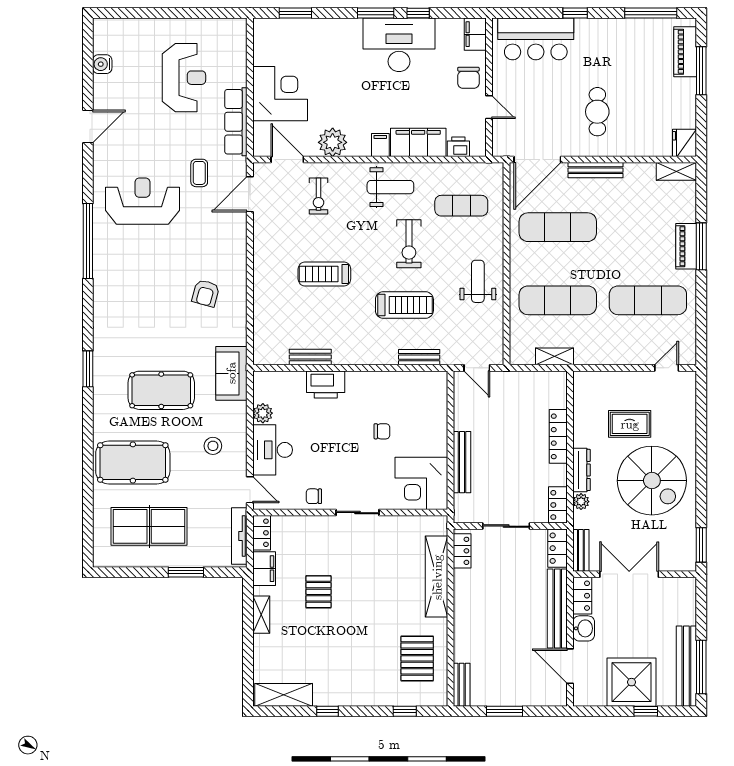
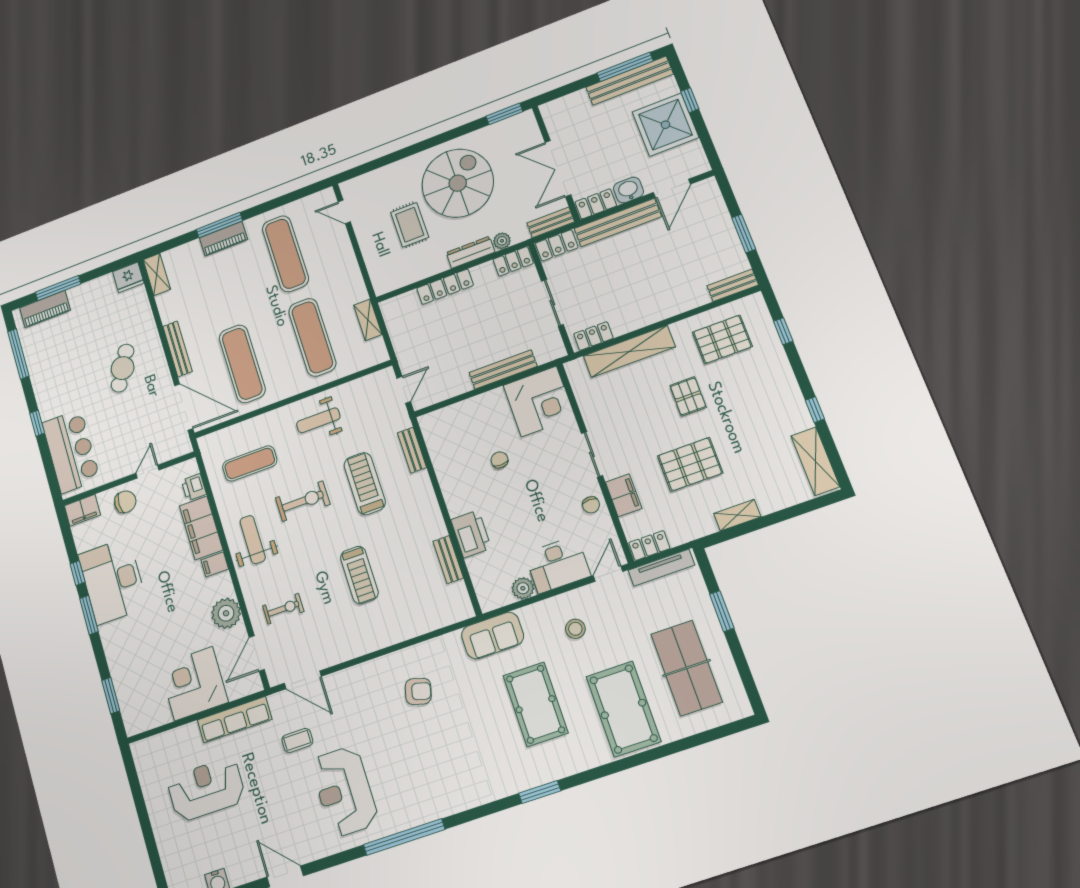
cafe table: (597, 112) -> (123, 368), turned -62
exercise mat: (461, 206) -> (250, 463), turned 90
filing cabinet: (264, 569) -> (624, 495), moved, turned 90
pallet: (319, 592) -> (690, 464), width x1.50, depth x1.42
pallet: (378, 612) -> (688, 396), added

